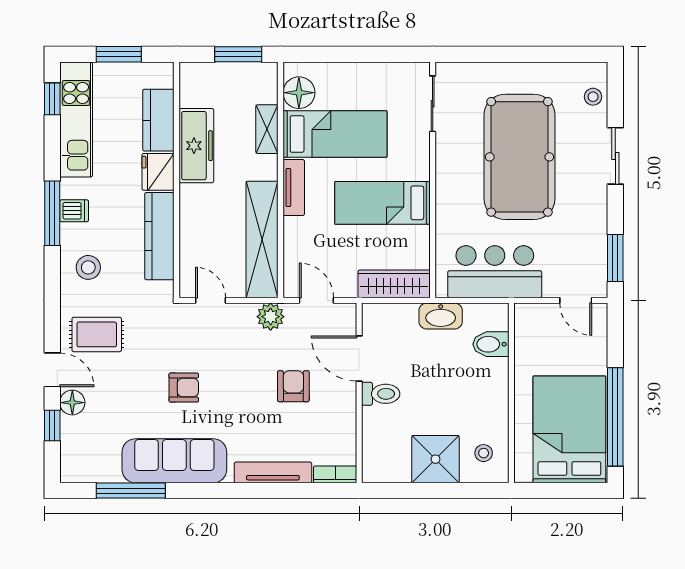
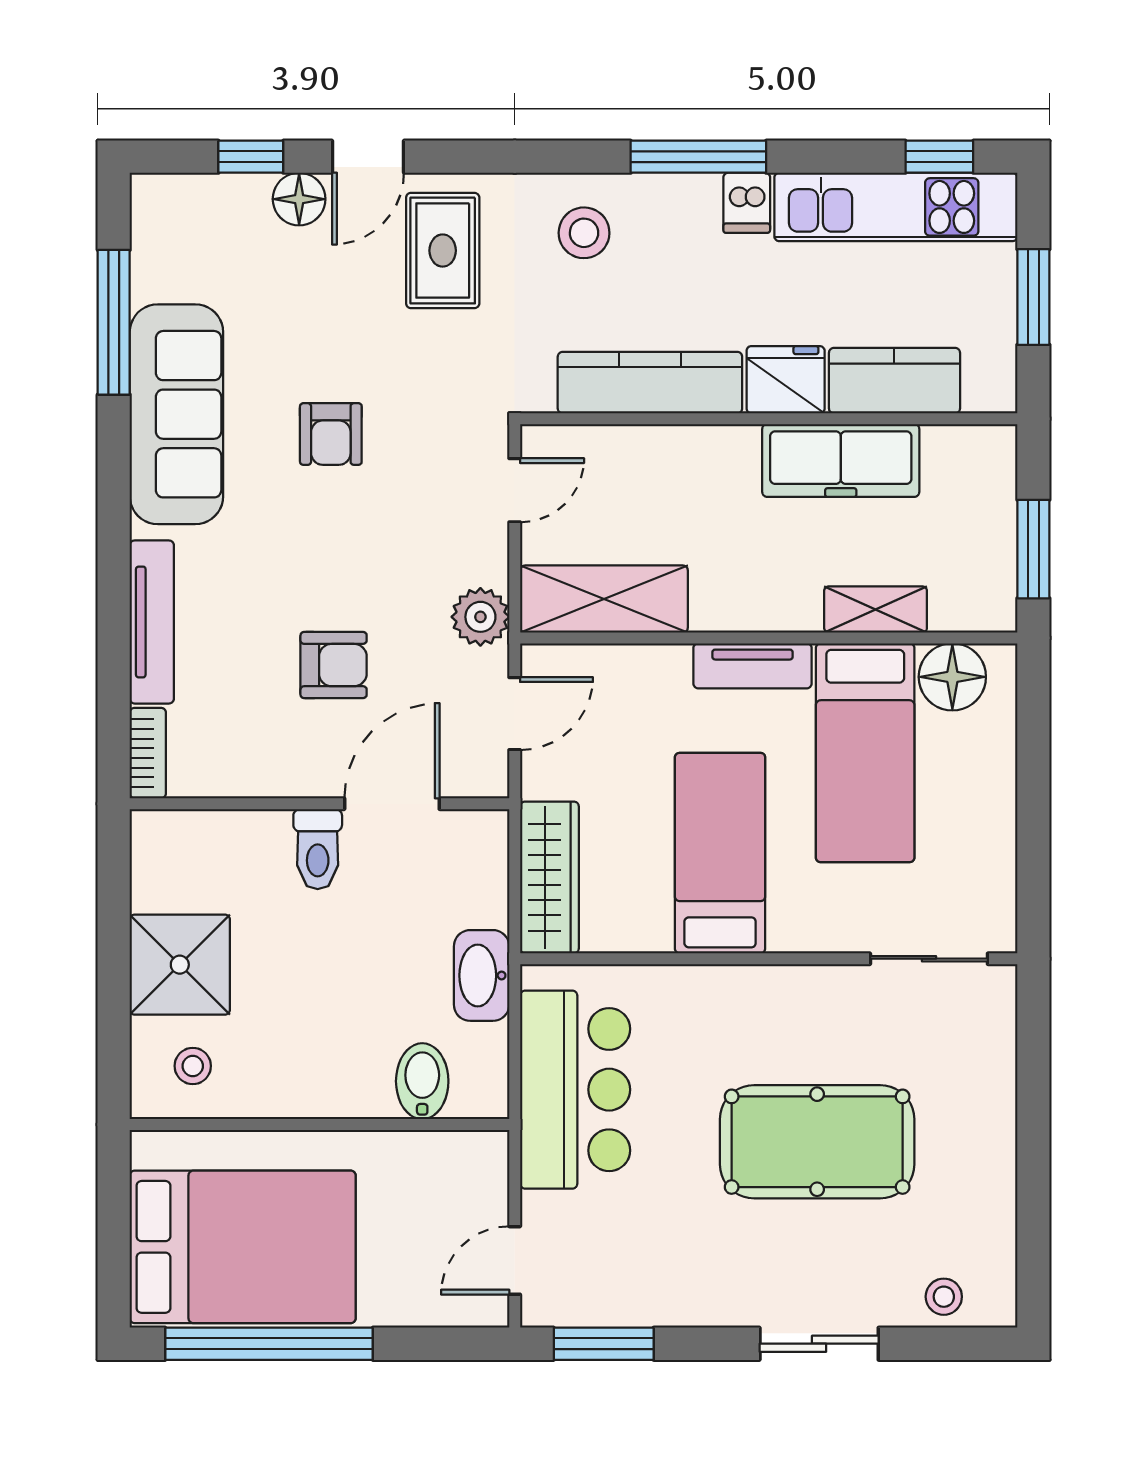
pool table: (520, 157) -> (817, 1142), width x0.73, depth x0.76
dishwasher: (74, 211) -> (747, 203), moved
shelving: (262, 239) -> (604, 599), width x0.68

